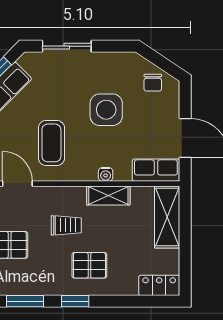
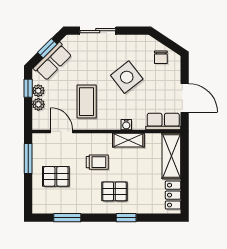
side table: (106, 110) -> (127, 77), turned -38
locker: (159, 285) -> (173, 195), moved, turned -90
window: (75, 301) -> (126, 218), moved

